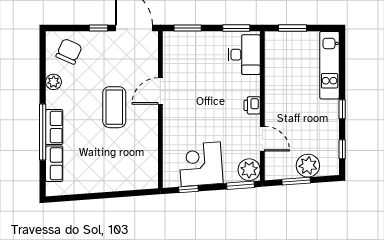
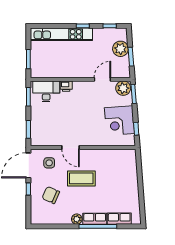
chair: (69, 51) -> (51, 195), moved
side table: (138, 59) -> (49, 163), added
kitchen unit: (330, 65) -> (61, 34), width x1.36
plant: (54, 82) -> (77, 219), moved
printer: (252, 105) -> (66, 86), moved

